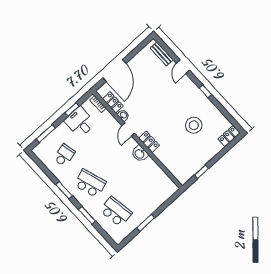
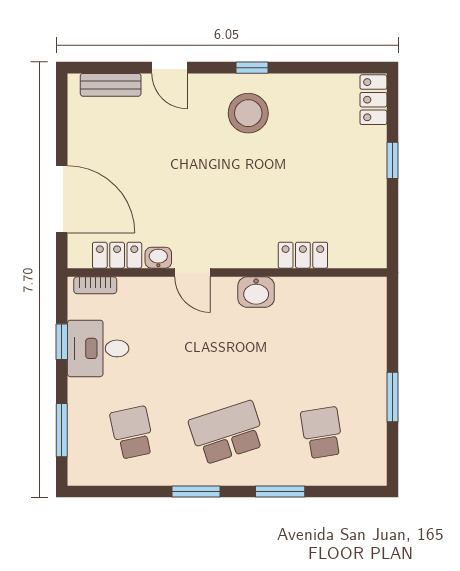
stool: (194, 125) -> (248, 113), moved
locker: (149, 142) -> (303, 255), moved
window: (201, 172) -> (392, 160), moved
school desk: (116, 212) -> (322, 433), width x0.54

